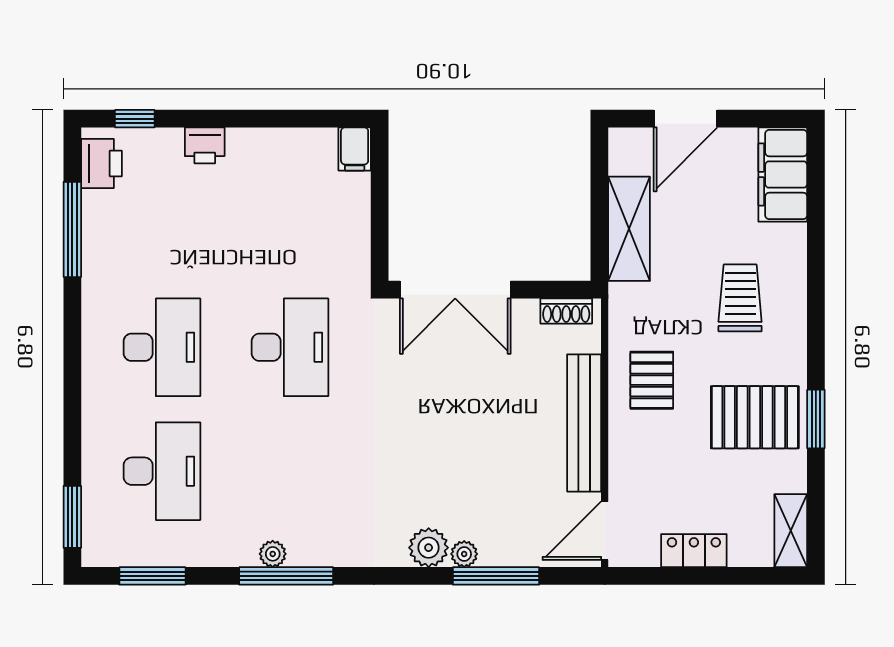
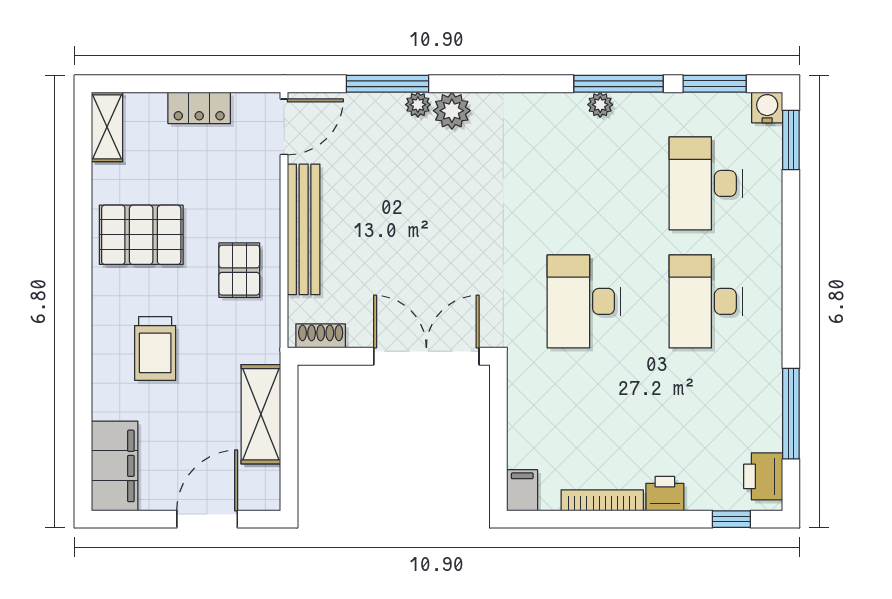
bookcase: (271, 138) -> (602, 500), added
window: (816, 419) -> (83, 233), removed
water cooler: (97, 551) -> (767, 107), added
window: (286, 576) -> (619, 84), moved

